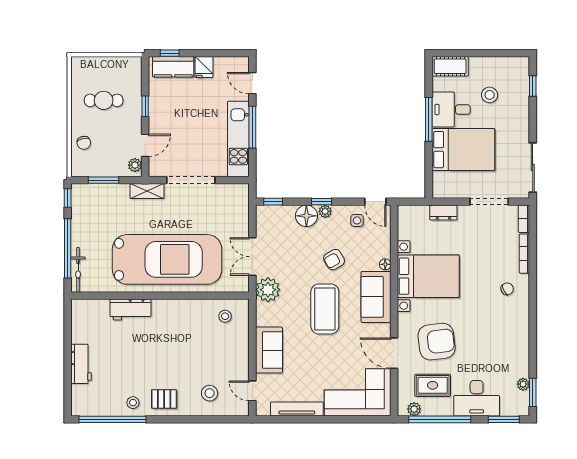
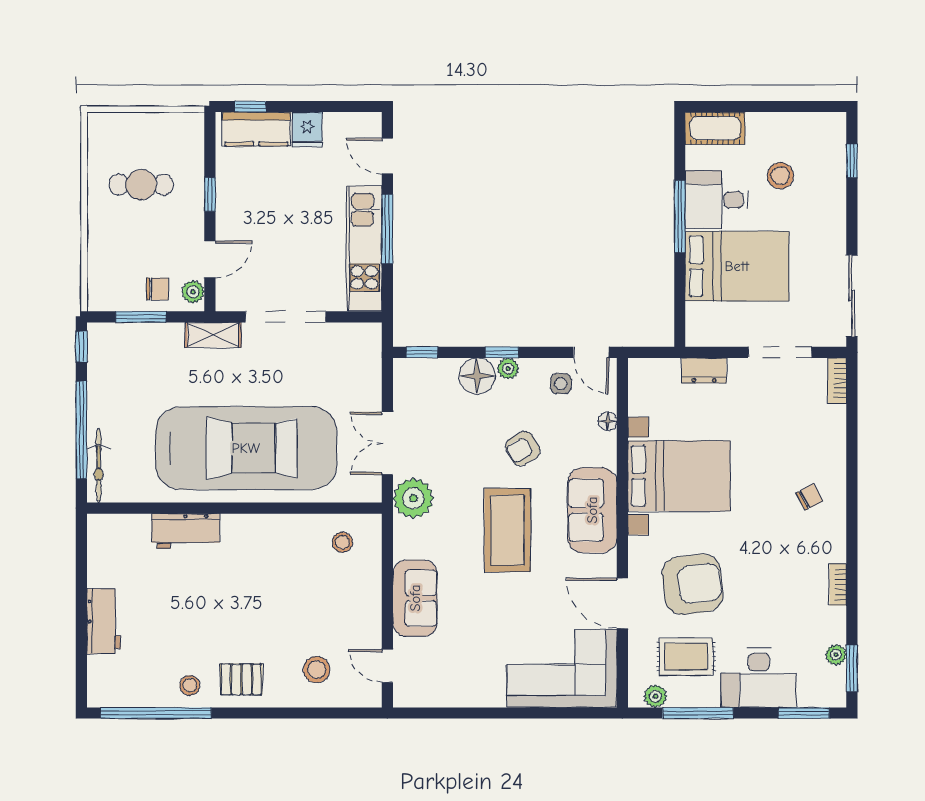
chair: (84, 143) -> (157, 289), moved, turned -78
bookcase: (524, 254) -> (838, 585), moved, width x0.64
floor lamp: (385, 264) -> (608, 421), moved
tv unit: (297, 409) -> (461, 696), removed
window: (440, 419) -> (698, 713), width x0.68

